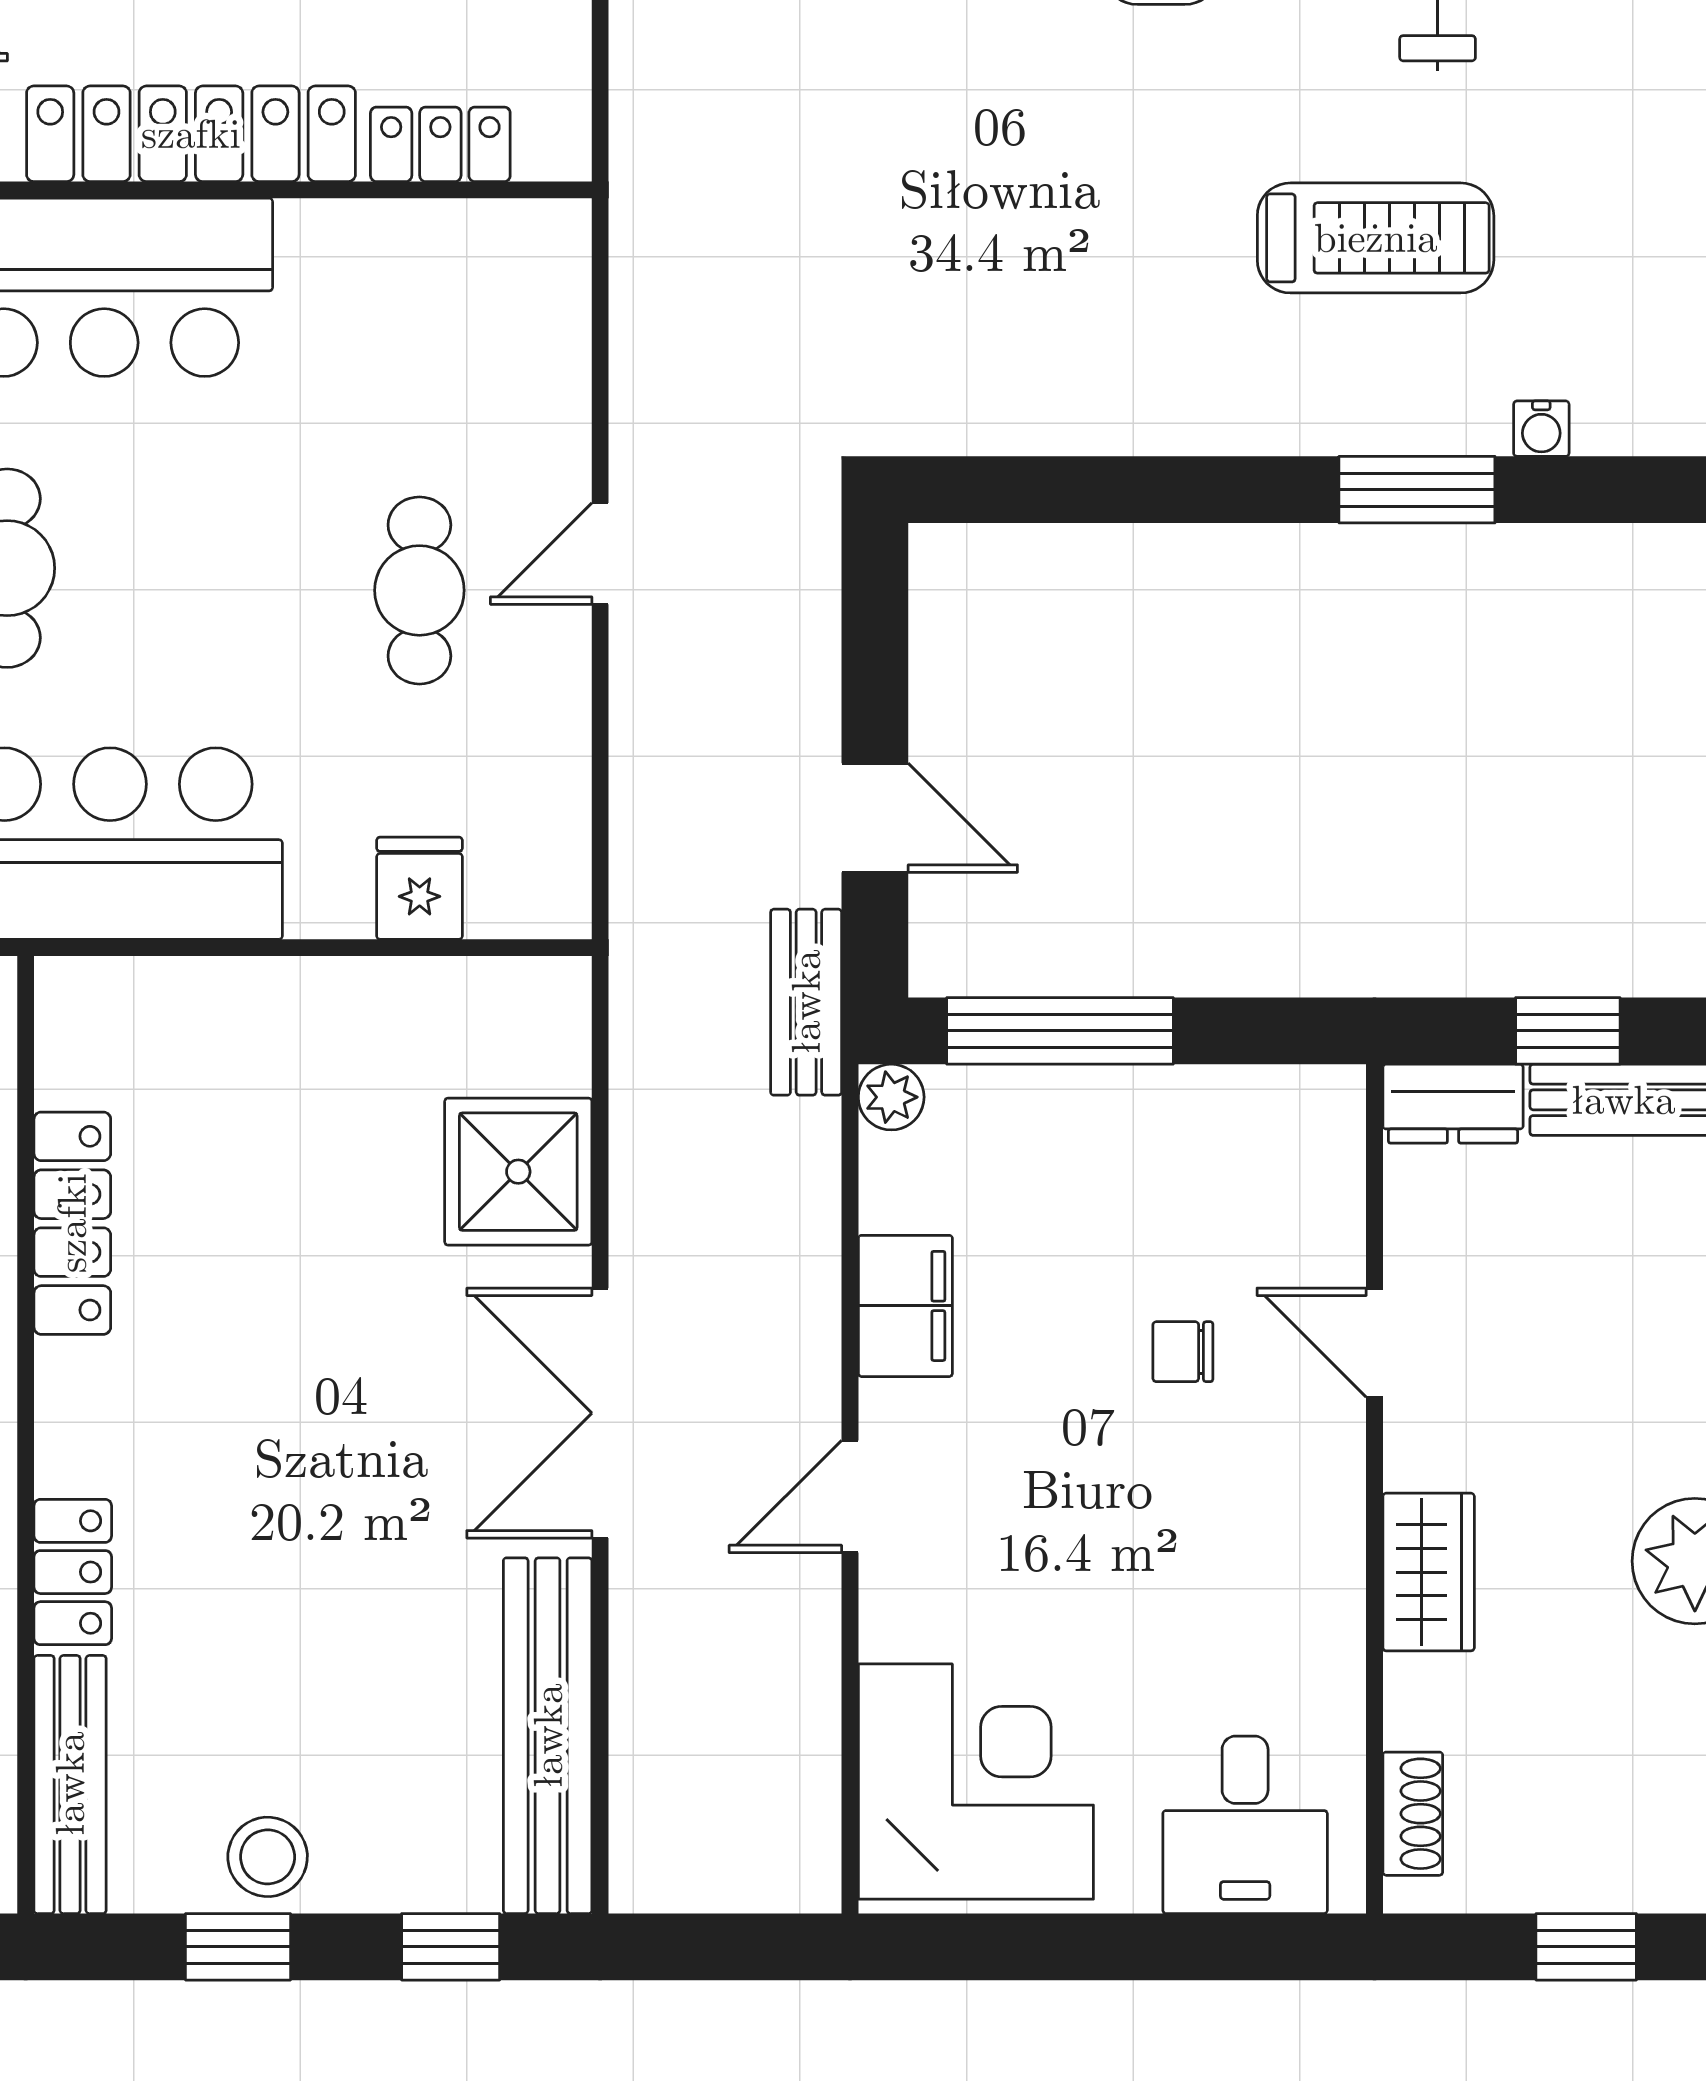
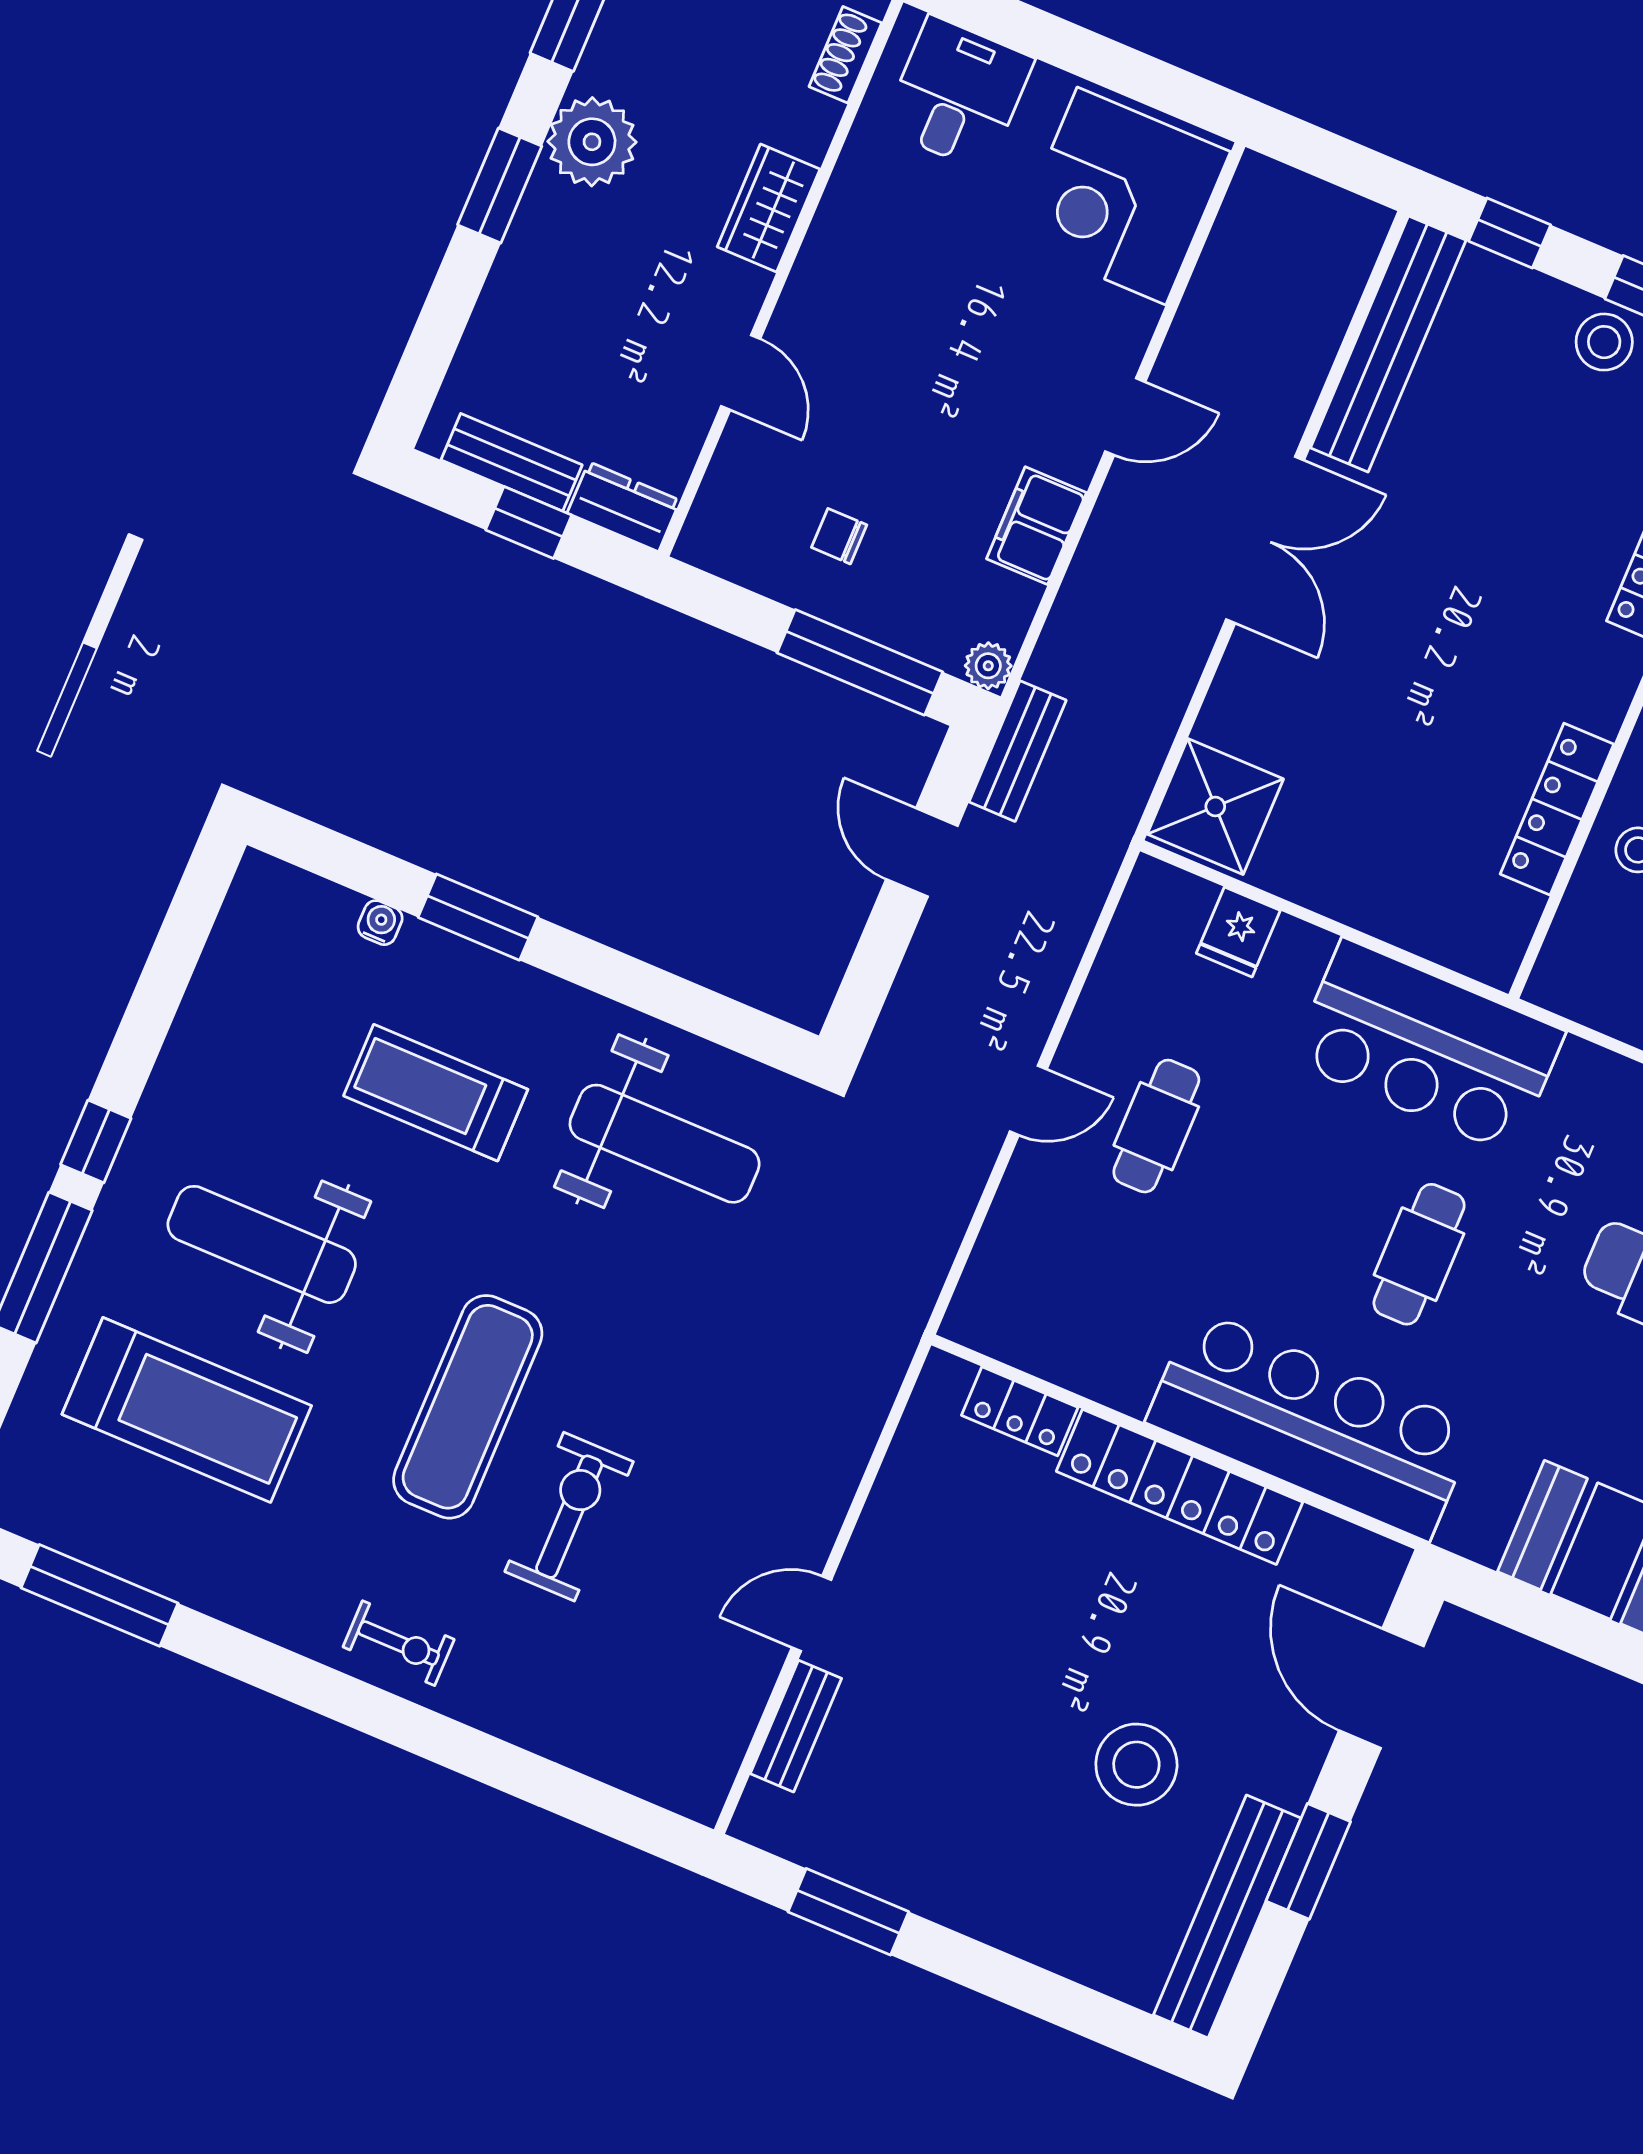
weight bench: (1050, 297) -> (665, 1144), added
shower: (518, 1172) -> (1215, 807), moved
chair: (1183, 1352) -> (839, 536), moved, turned 180

